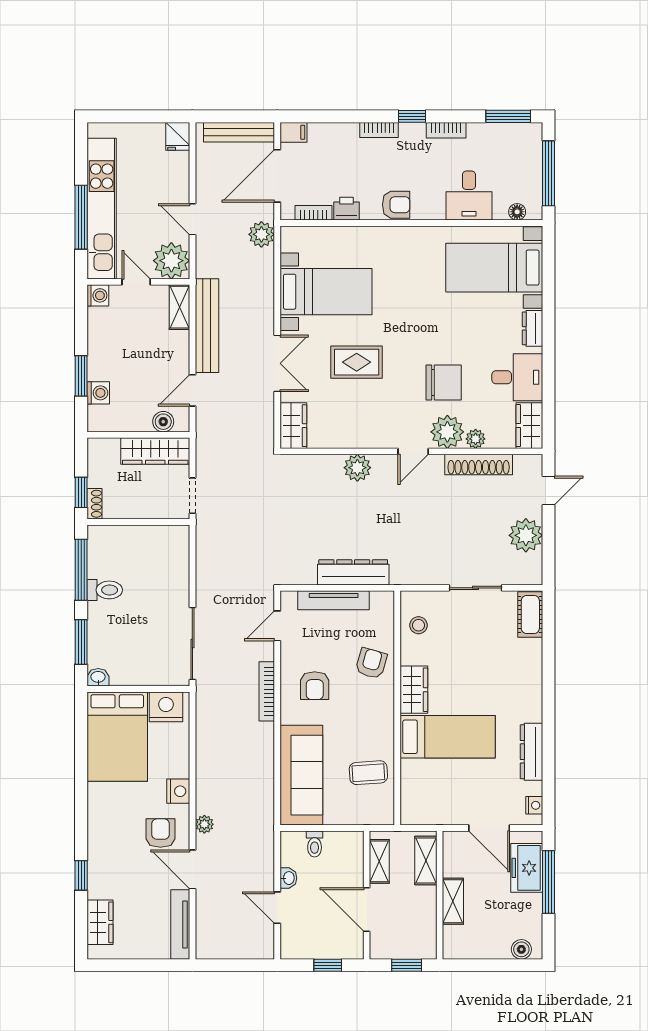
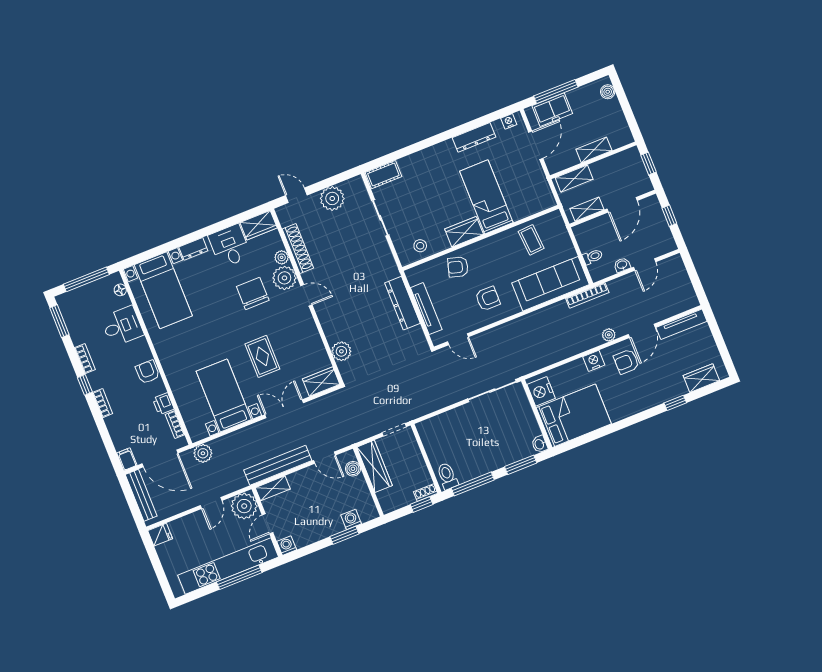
plant: (357, 468) -> (341, 351), moved
toilet: (105, 590) -> (447, 476), moved
bookcase: (267, 691) -> (587, 295), moved

